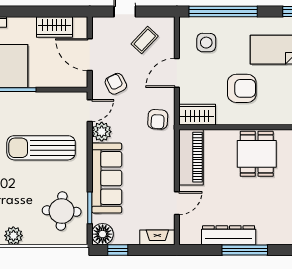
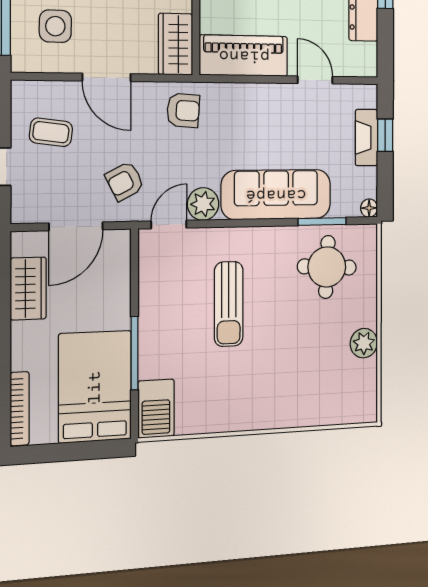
coffee table: (145, 40) -> (51, 132), turned -36
door: (90, 111) -> (169, 224), hinge flipped
sun lounger: (41, 148) -> (229, 304), width x0.73, depth x0.75
floor lamp: (103, 234) -> (369, 208), width x0.53, depth x0.53
fireplace: (157, 237) -> (366, 138), moved
window: (118, 250) -> (385, 135), moved

